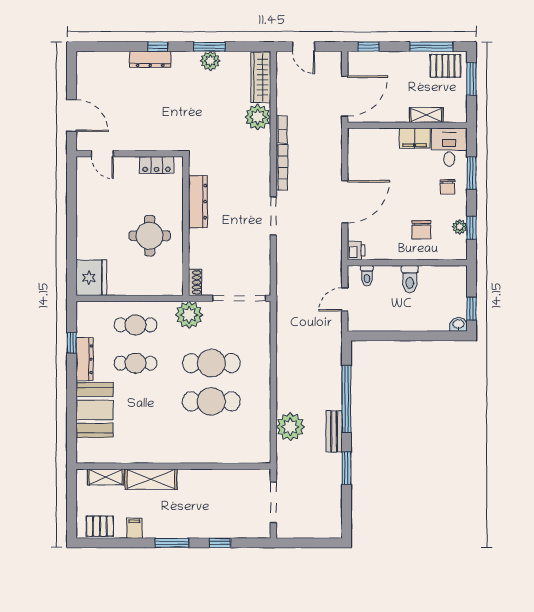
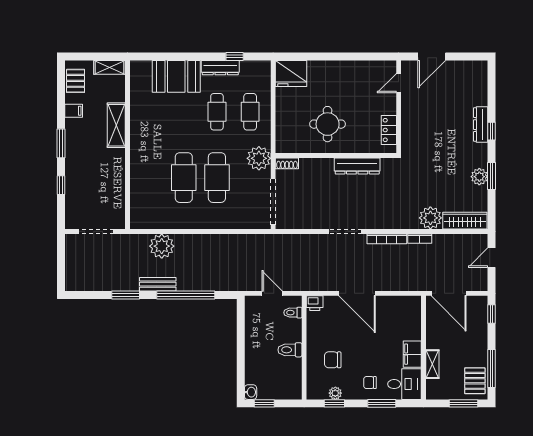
shelving: (106, 477) -> (110, 67), moved, turned 90

